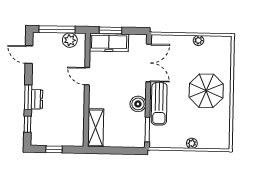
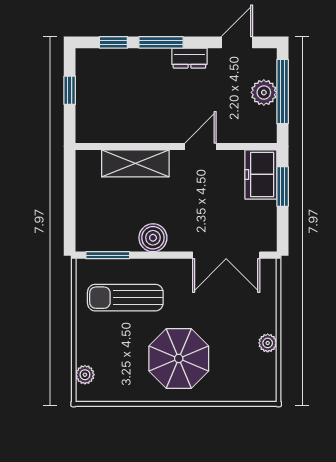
plant: (70, 40) -> (264, 92), moved
freezer: (109, 43) -> (261, 174), width x0.71
dresser: (37, 99) -> (189, 58), moved
sun lounger: (159, 104) -> (125, 298), moved
shelving: (96, 128) -> (135, 163), moved
plant: (192, 143) -> (85, 375), moved

